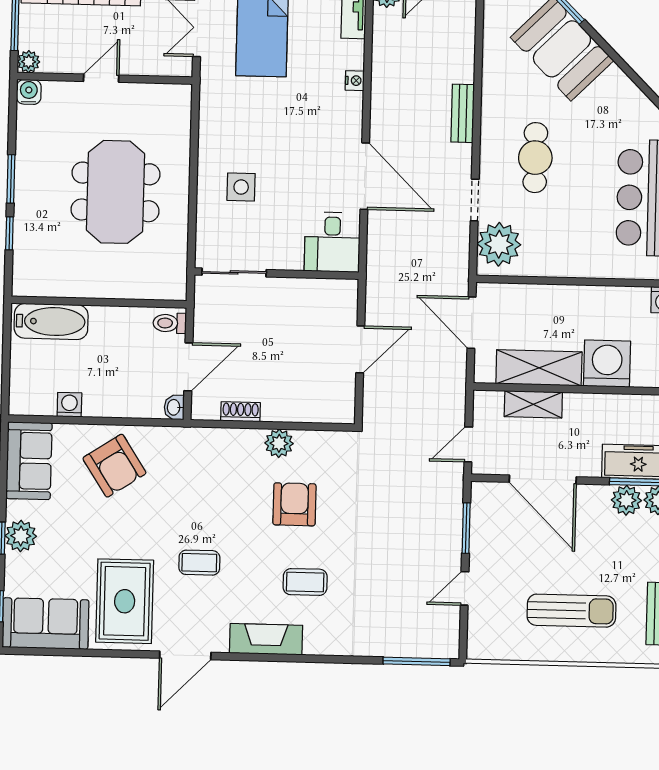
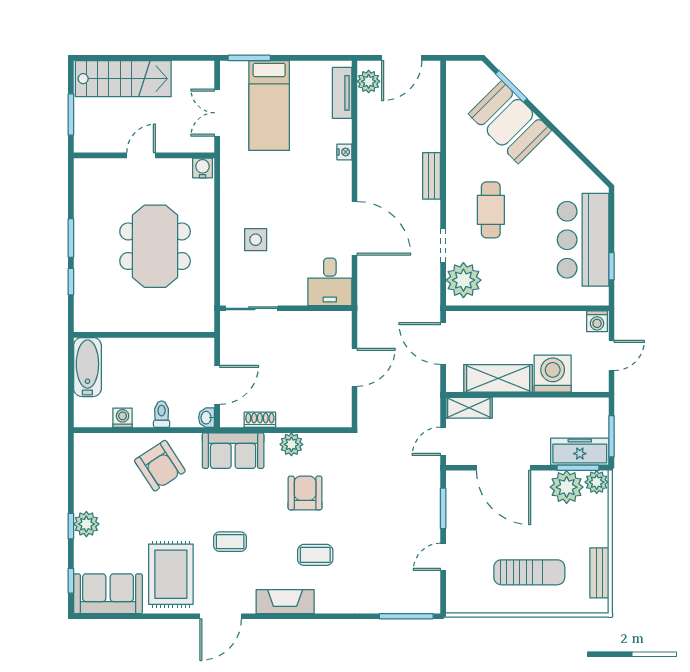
plant: (29, 62) -> (83, 144), removed
water cooler: (29, 92) -> (203, 168), moved
bathtub: (51, 321) -> (87, 367), moved, turned -90
toilet: (170, 323) -> (162, 414), moved, turned 90
shelving: (533, 404) -> (469, 408), moved
sofa: (29, 461) -> (233, 451), moved, turned 90
plant: (626, 500) -> (567, 487), width x1.36, depth x1.36

